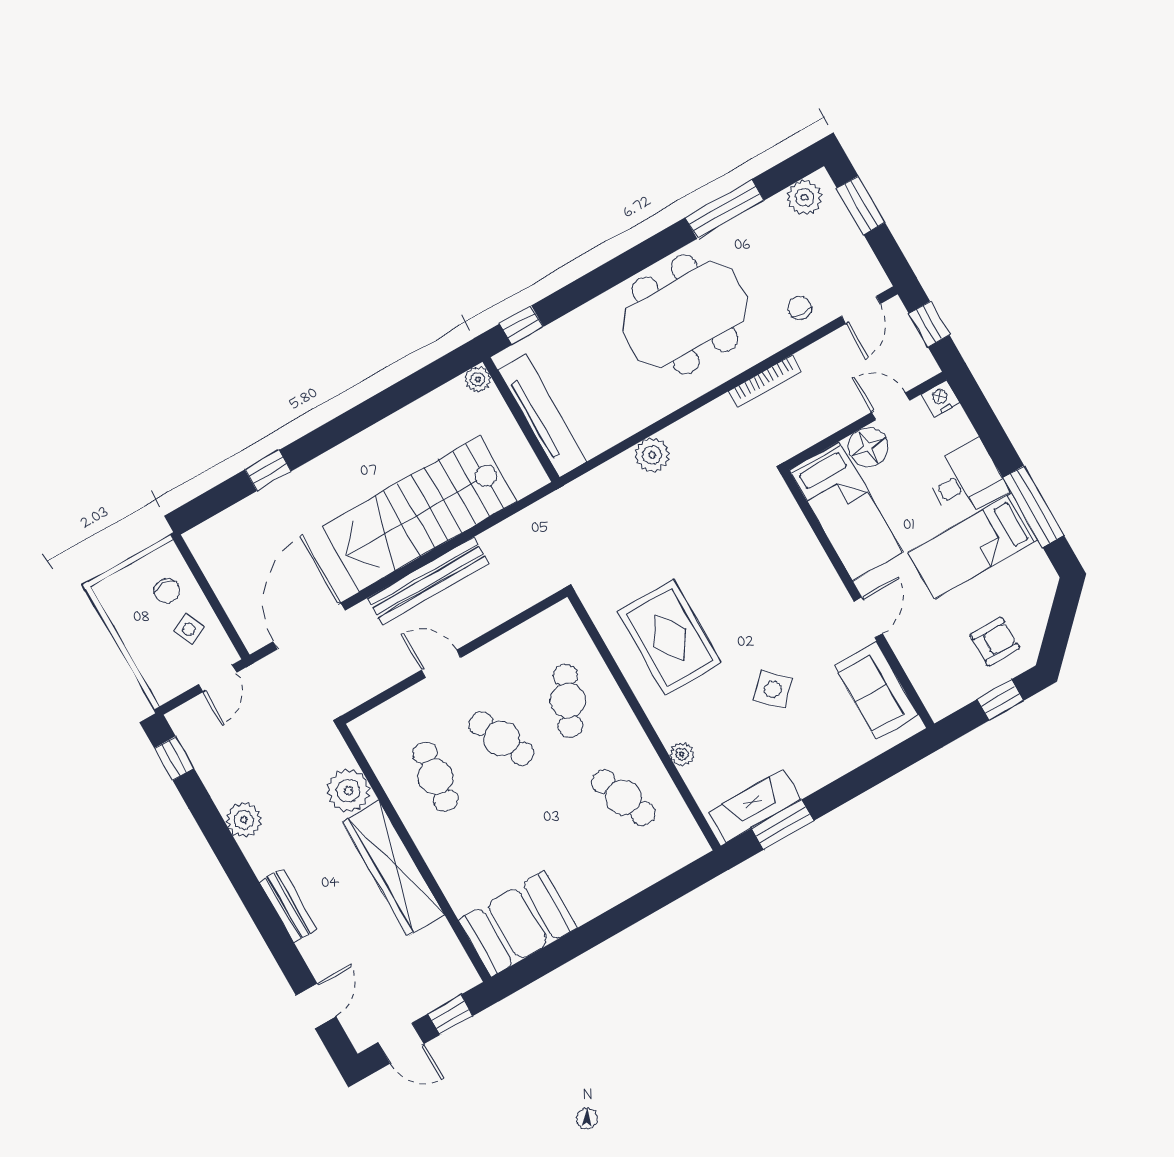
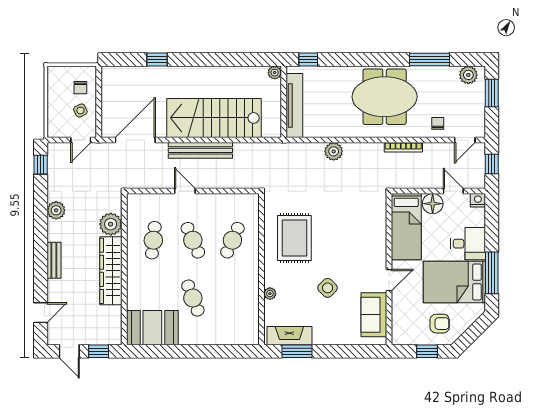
bed: (973, 546) -> (454, 282), width x1.50
cafe table: (623, 798) -> (193, 298), moved

